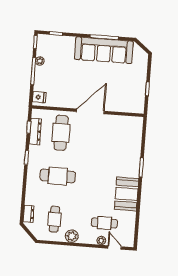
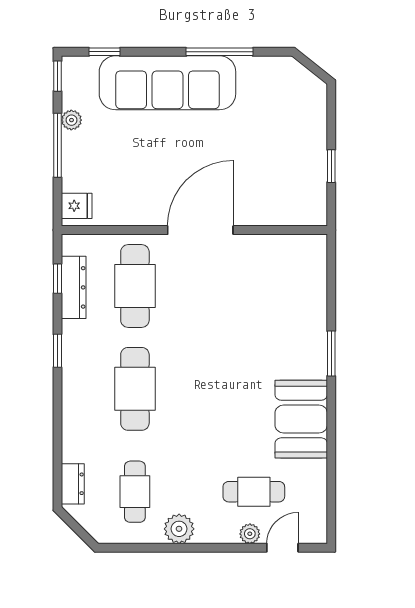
sofa: (104, 50) -> (167, 83), moved
cafe table: (58, 176) -> (135, 389), turned 90
door: (115, 247) -> (282, 548), hinge flipped

